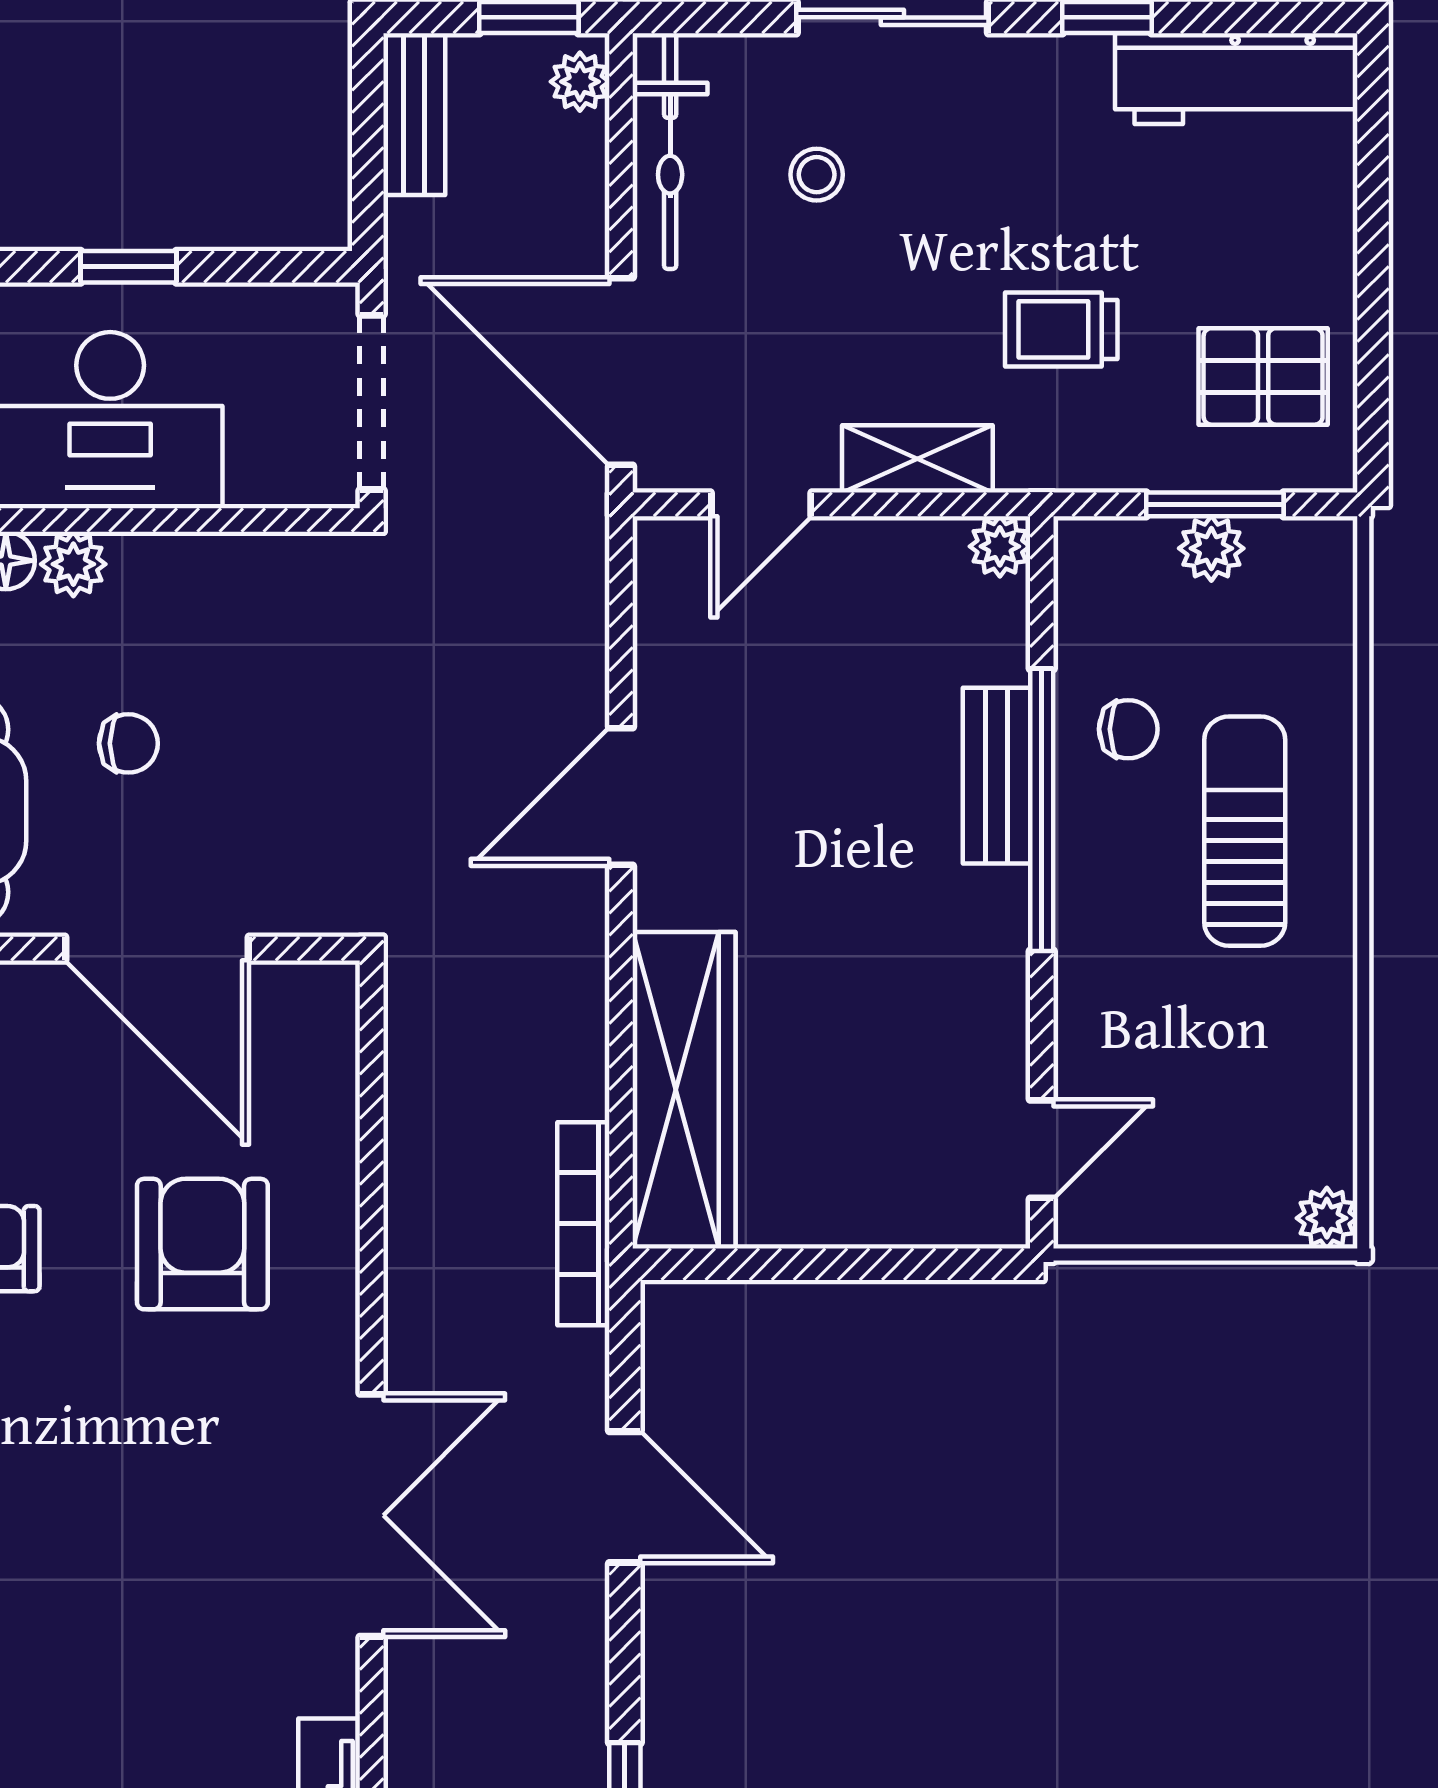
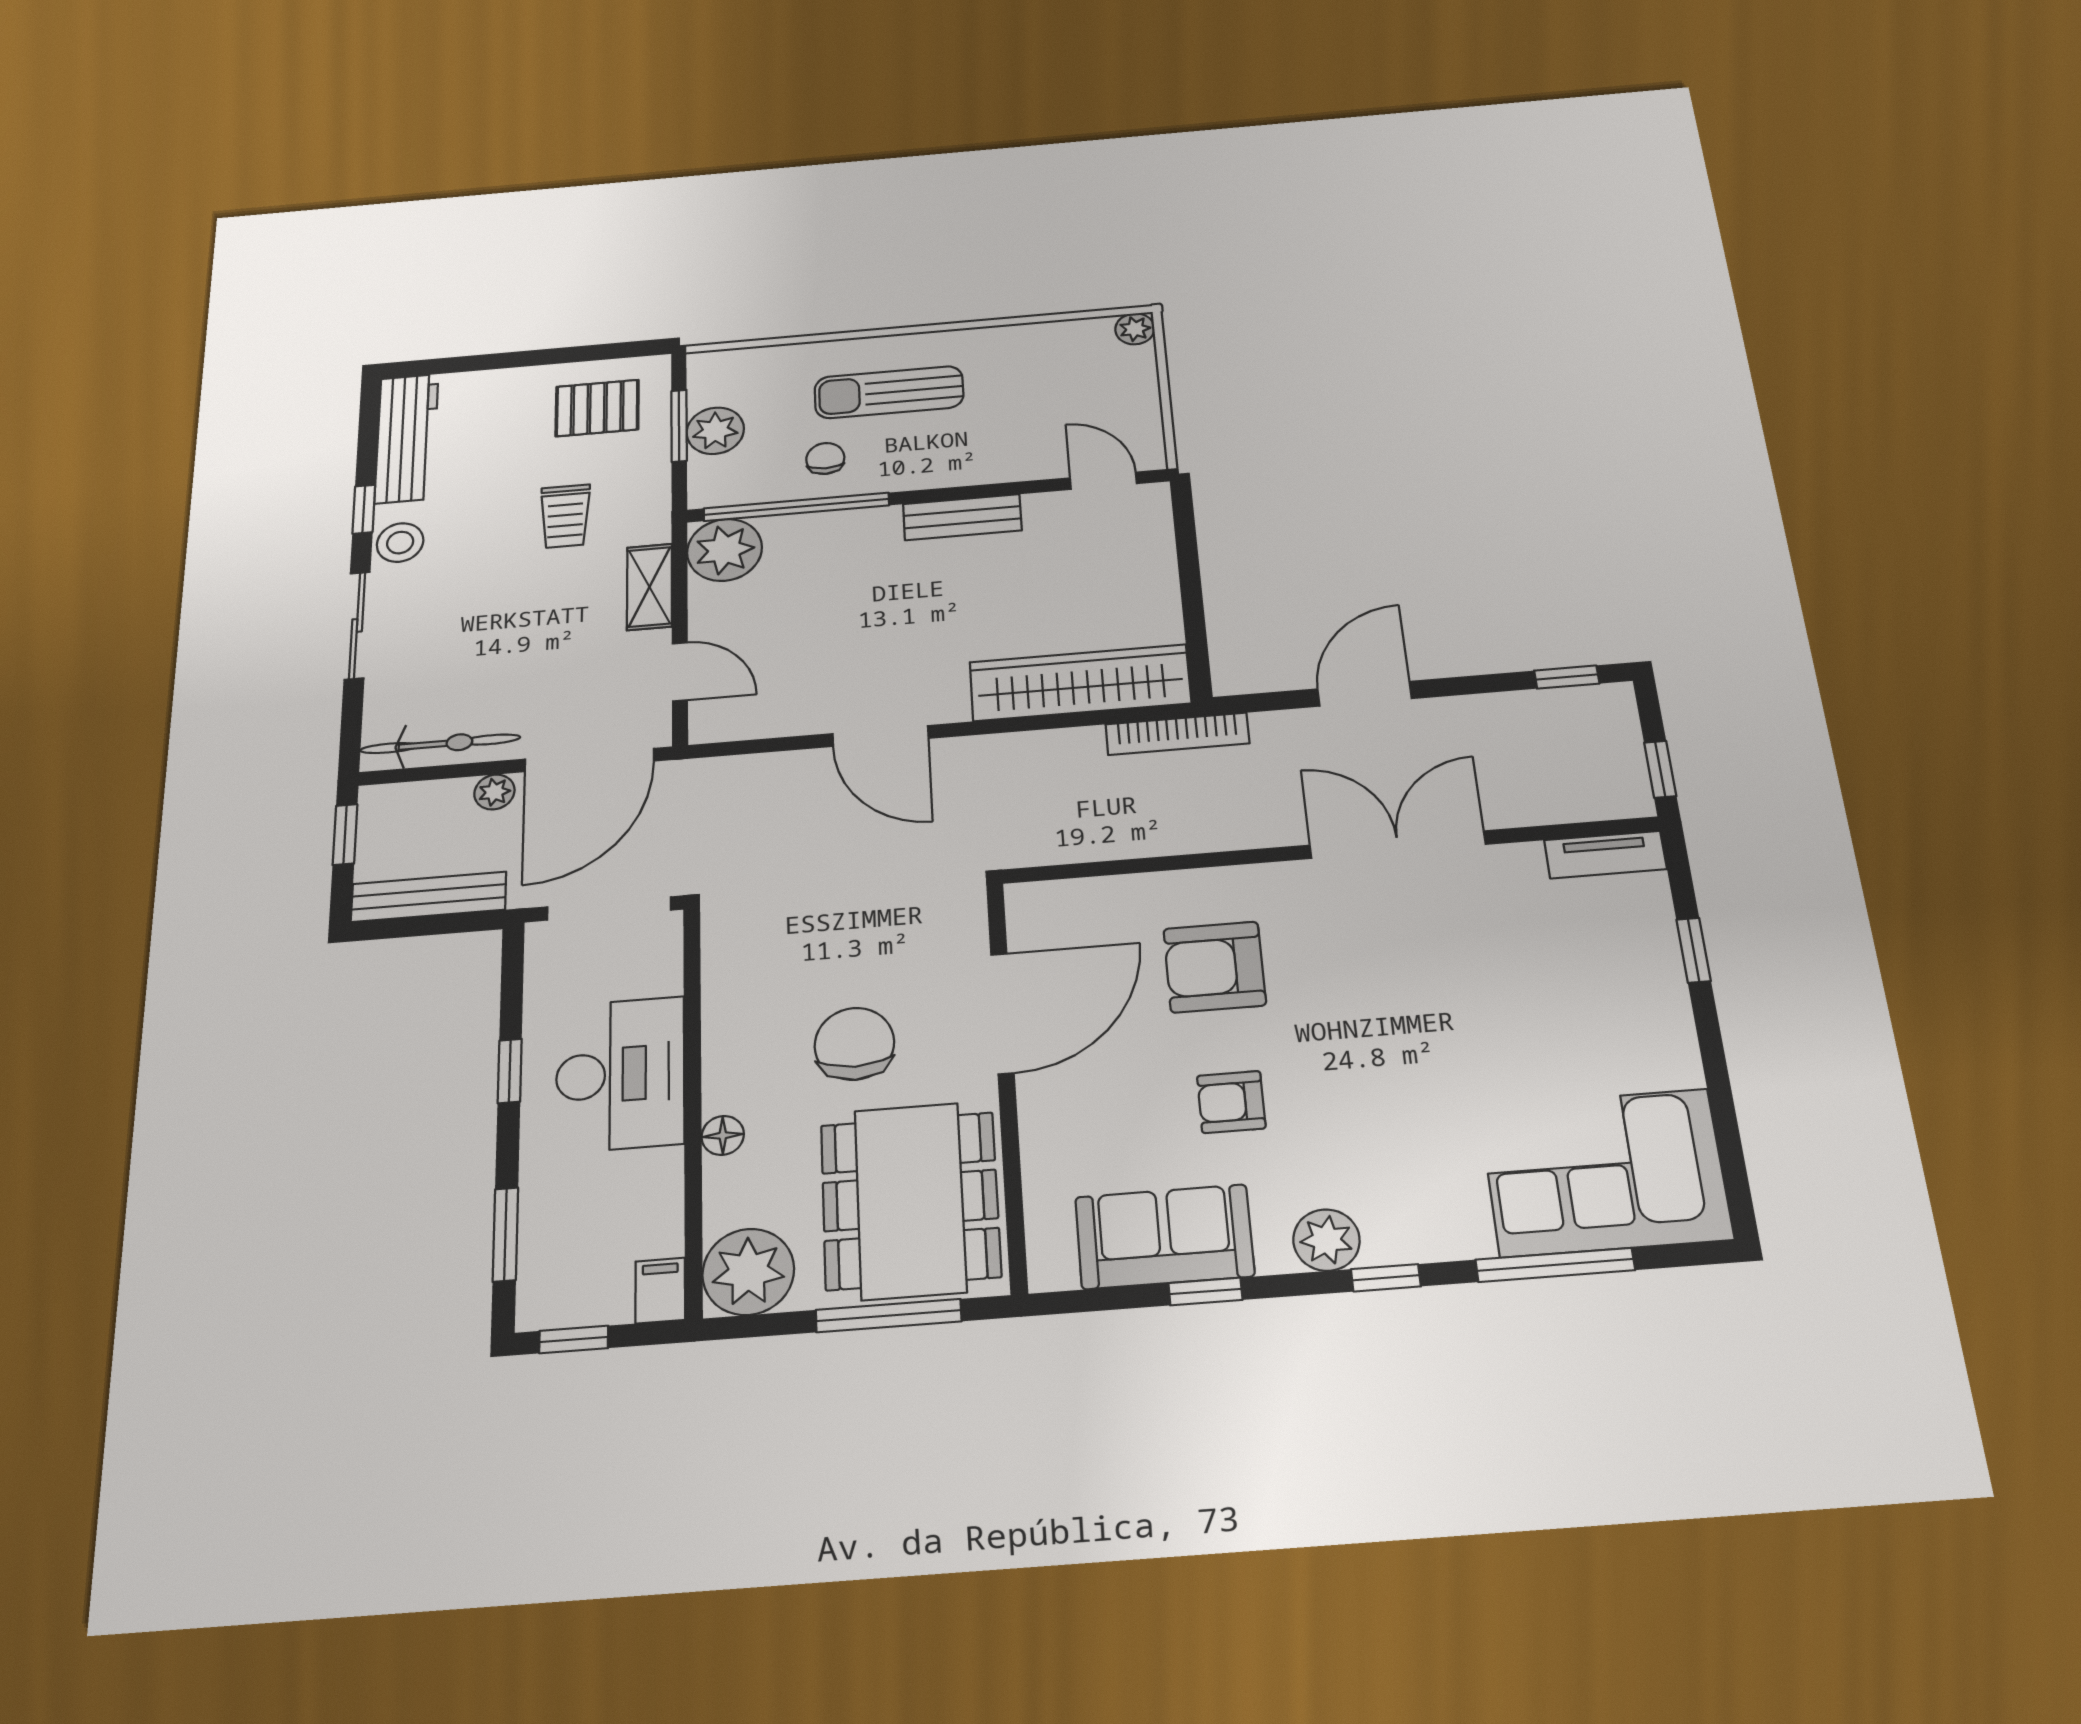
plant: (580, 82) -> (494, 792), moved
bench: (414, 114) -> (429, 897), width x1.36
stool: (817, 175) -> (400, 543), moved, width x1.37, depth x1.37
pallet: (1263, 376) -> (597, 408), turned 90
plant: (1000, 546) -> (725, 550), width x1.88, depth x1.88
plant: (1211, 548) -> (715, 431), width x1.38, depth x1.38
plant: (73, 564) -> (725, 1090), removed
chair: (128, 743) -> (854, 1044), width x1.87, depth x1.87
bench: (997, 776) -> (962, 517), moved
window: (1042, 810) -> (796, 507), moved

